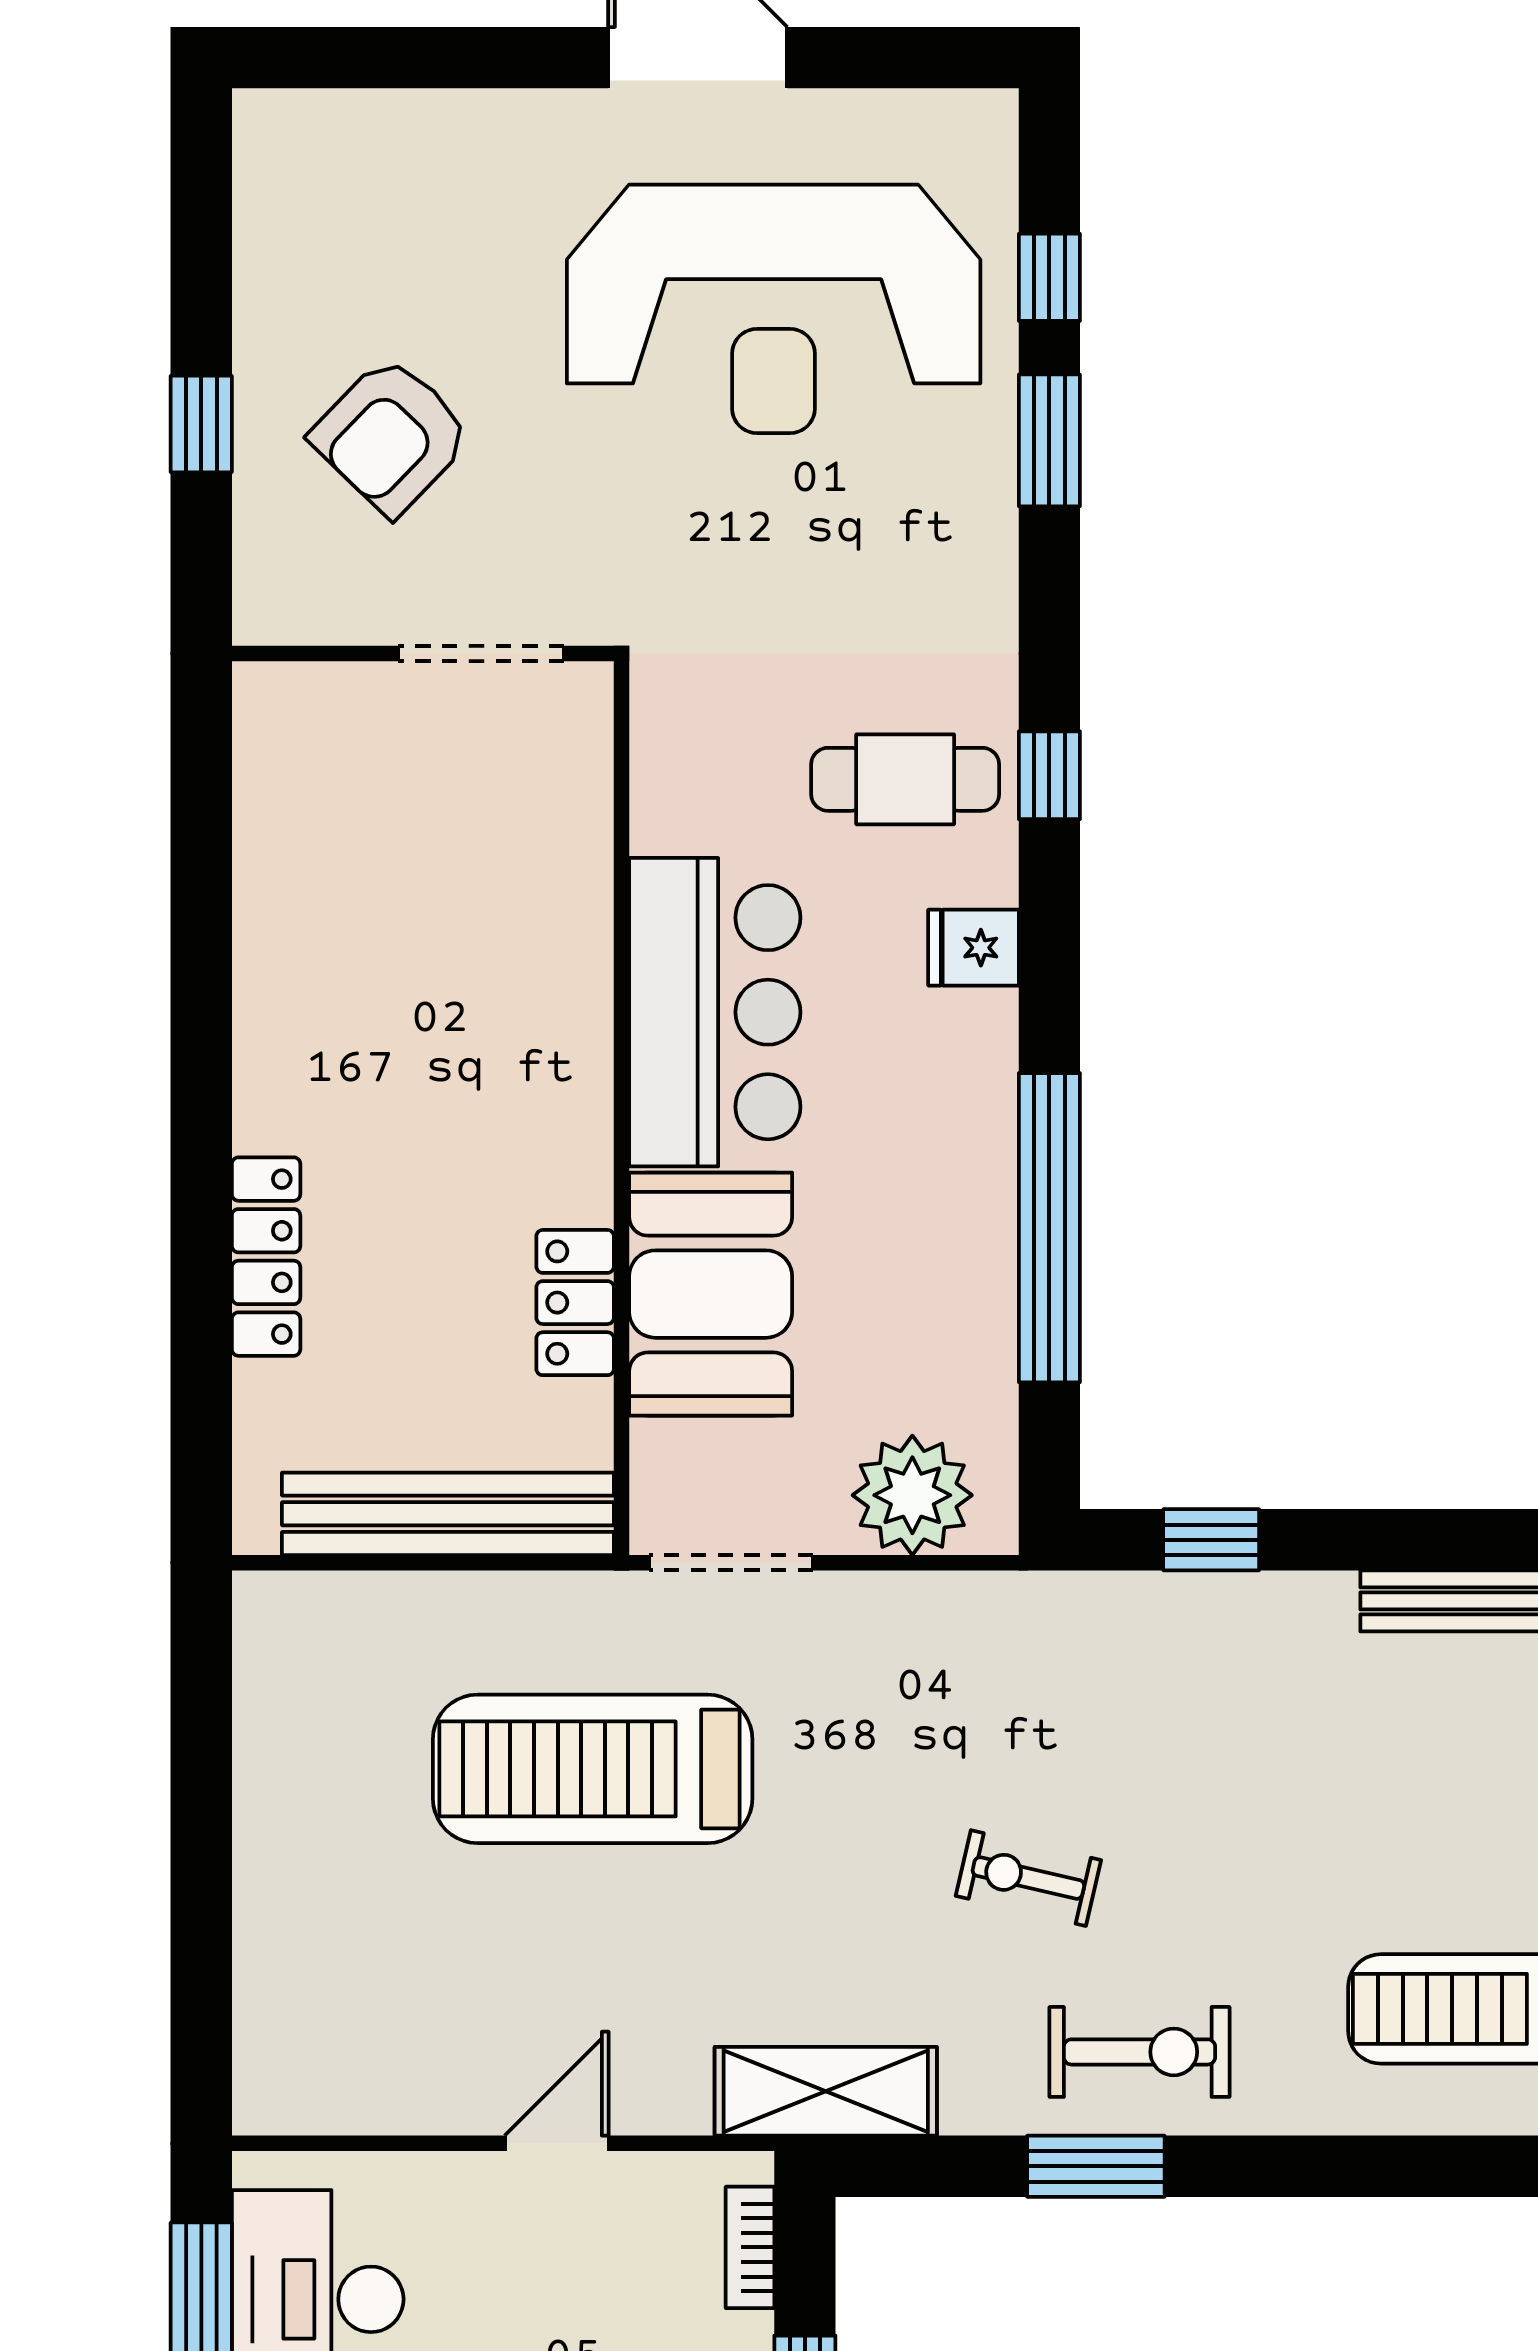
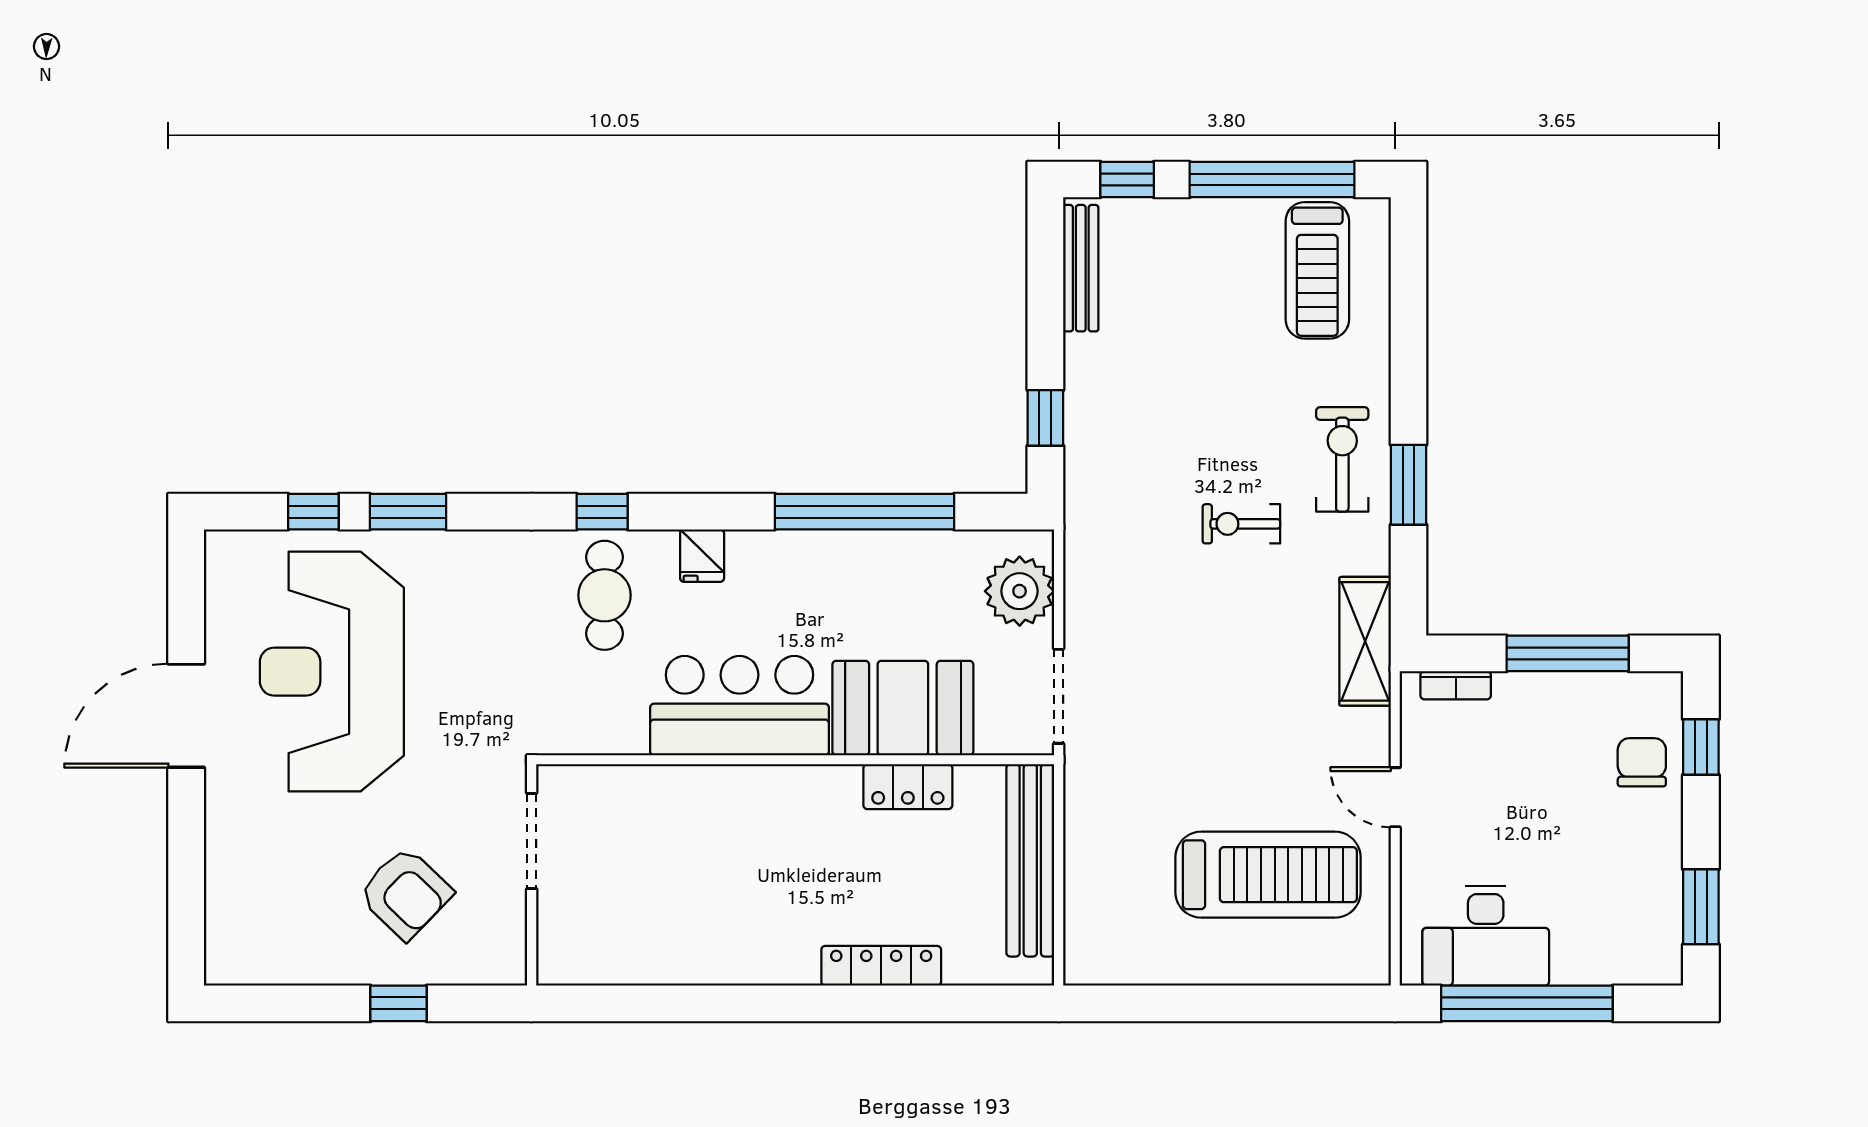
reception desk: (774, 309) -> (332, 672), turned 180
treadmill: (593, 1769) -> (1268, 875), moved, turned -90
exercise bike: (1028, 1878) -> (1241, 524), turned 77

